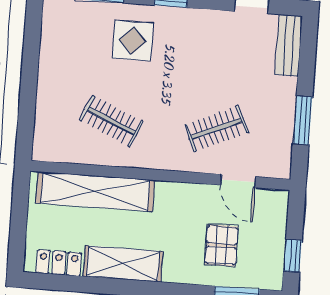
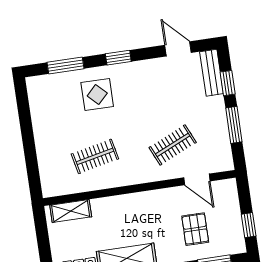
window: (307, 64) -> (228, 83), added
clothes rail: (111, 121) -> (95, 156), turned -36
shelving: (95, 192) -> (71, 211), width x0.45, depth x0.75

